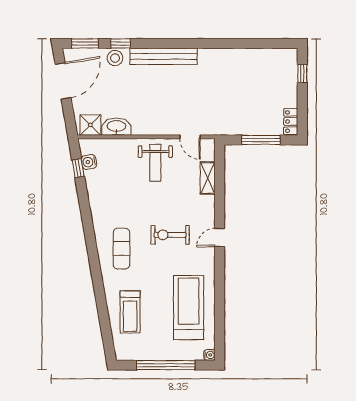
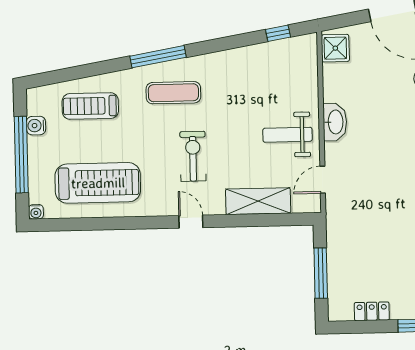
locker: (291, 122) -> (372, 311), moved
washbasin: (116, 127) -> (335, 122), moved
water cooler: (89, 162) -> (36, 126), moved, turned -80
shelving: (208, 178) -> (258, 201), width x1.50, depth x1.33
window: (94, 260) -> (158, 57), added

